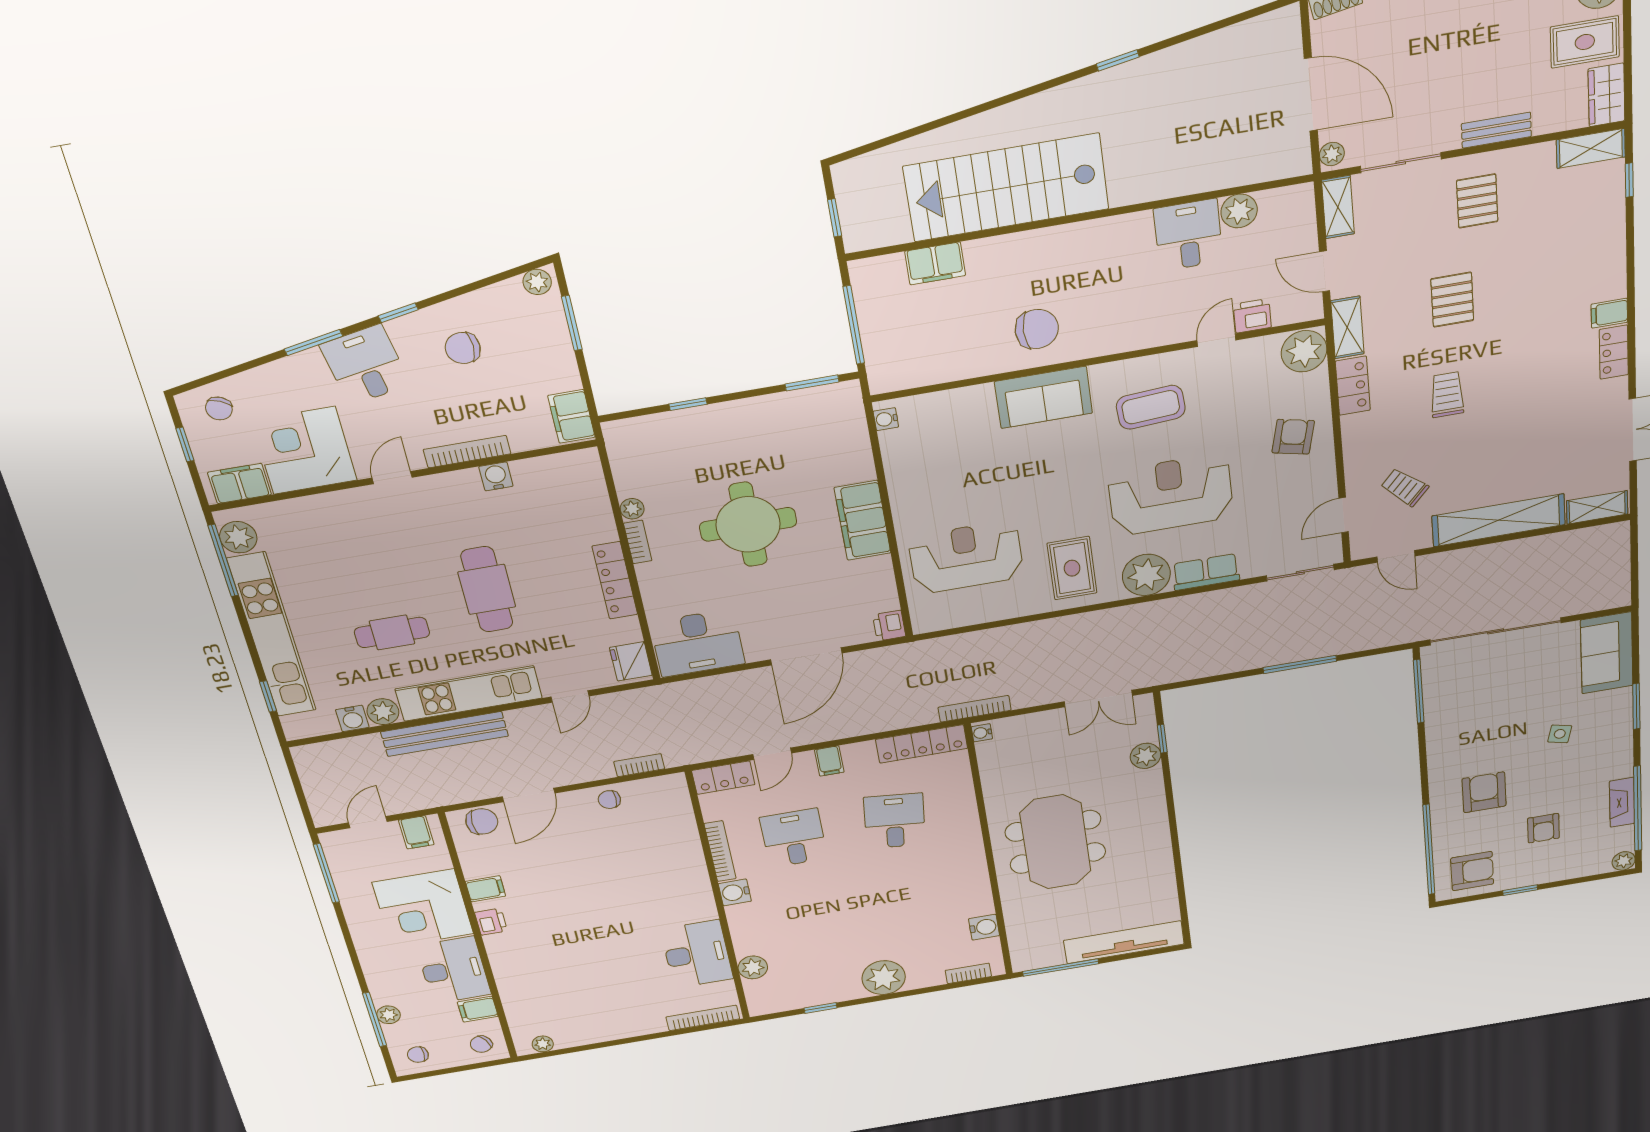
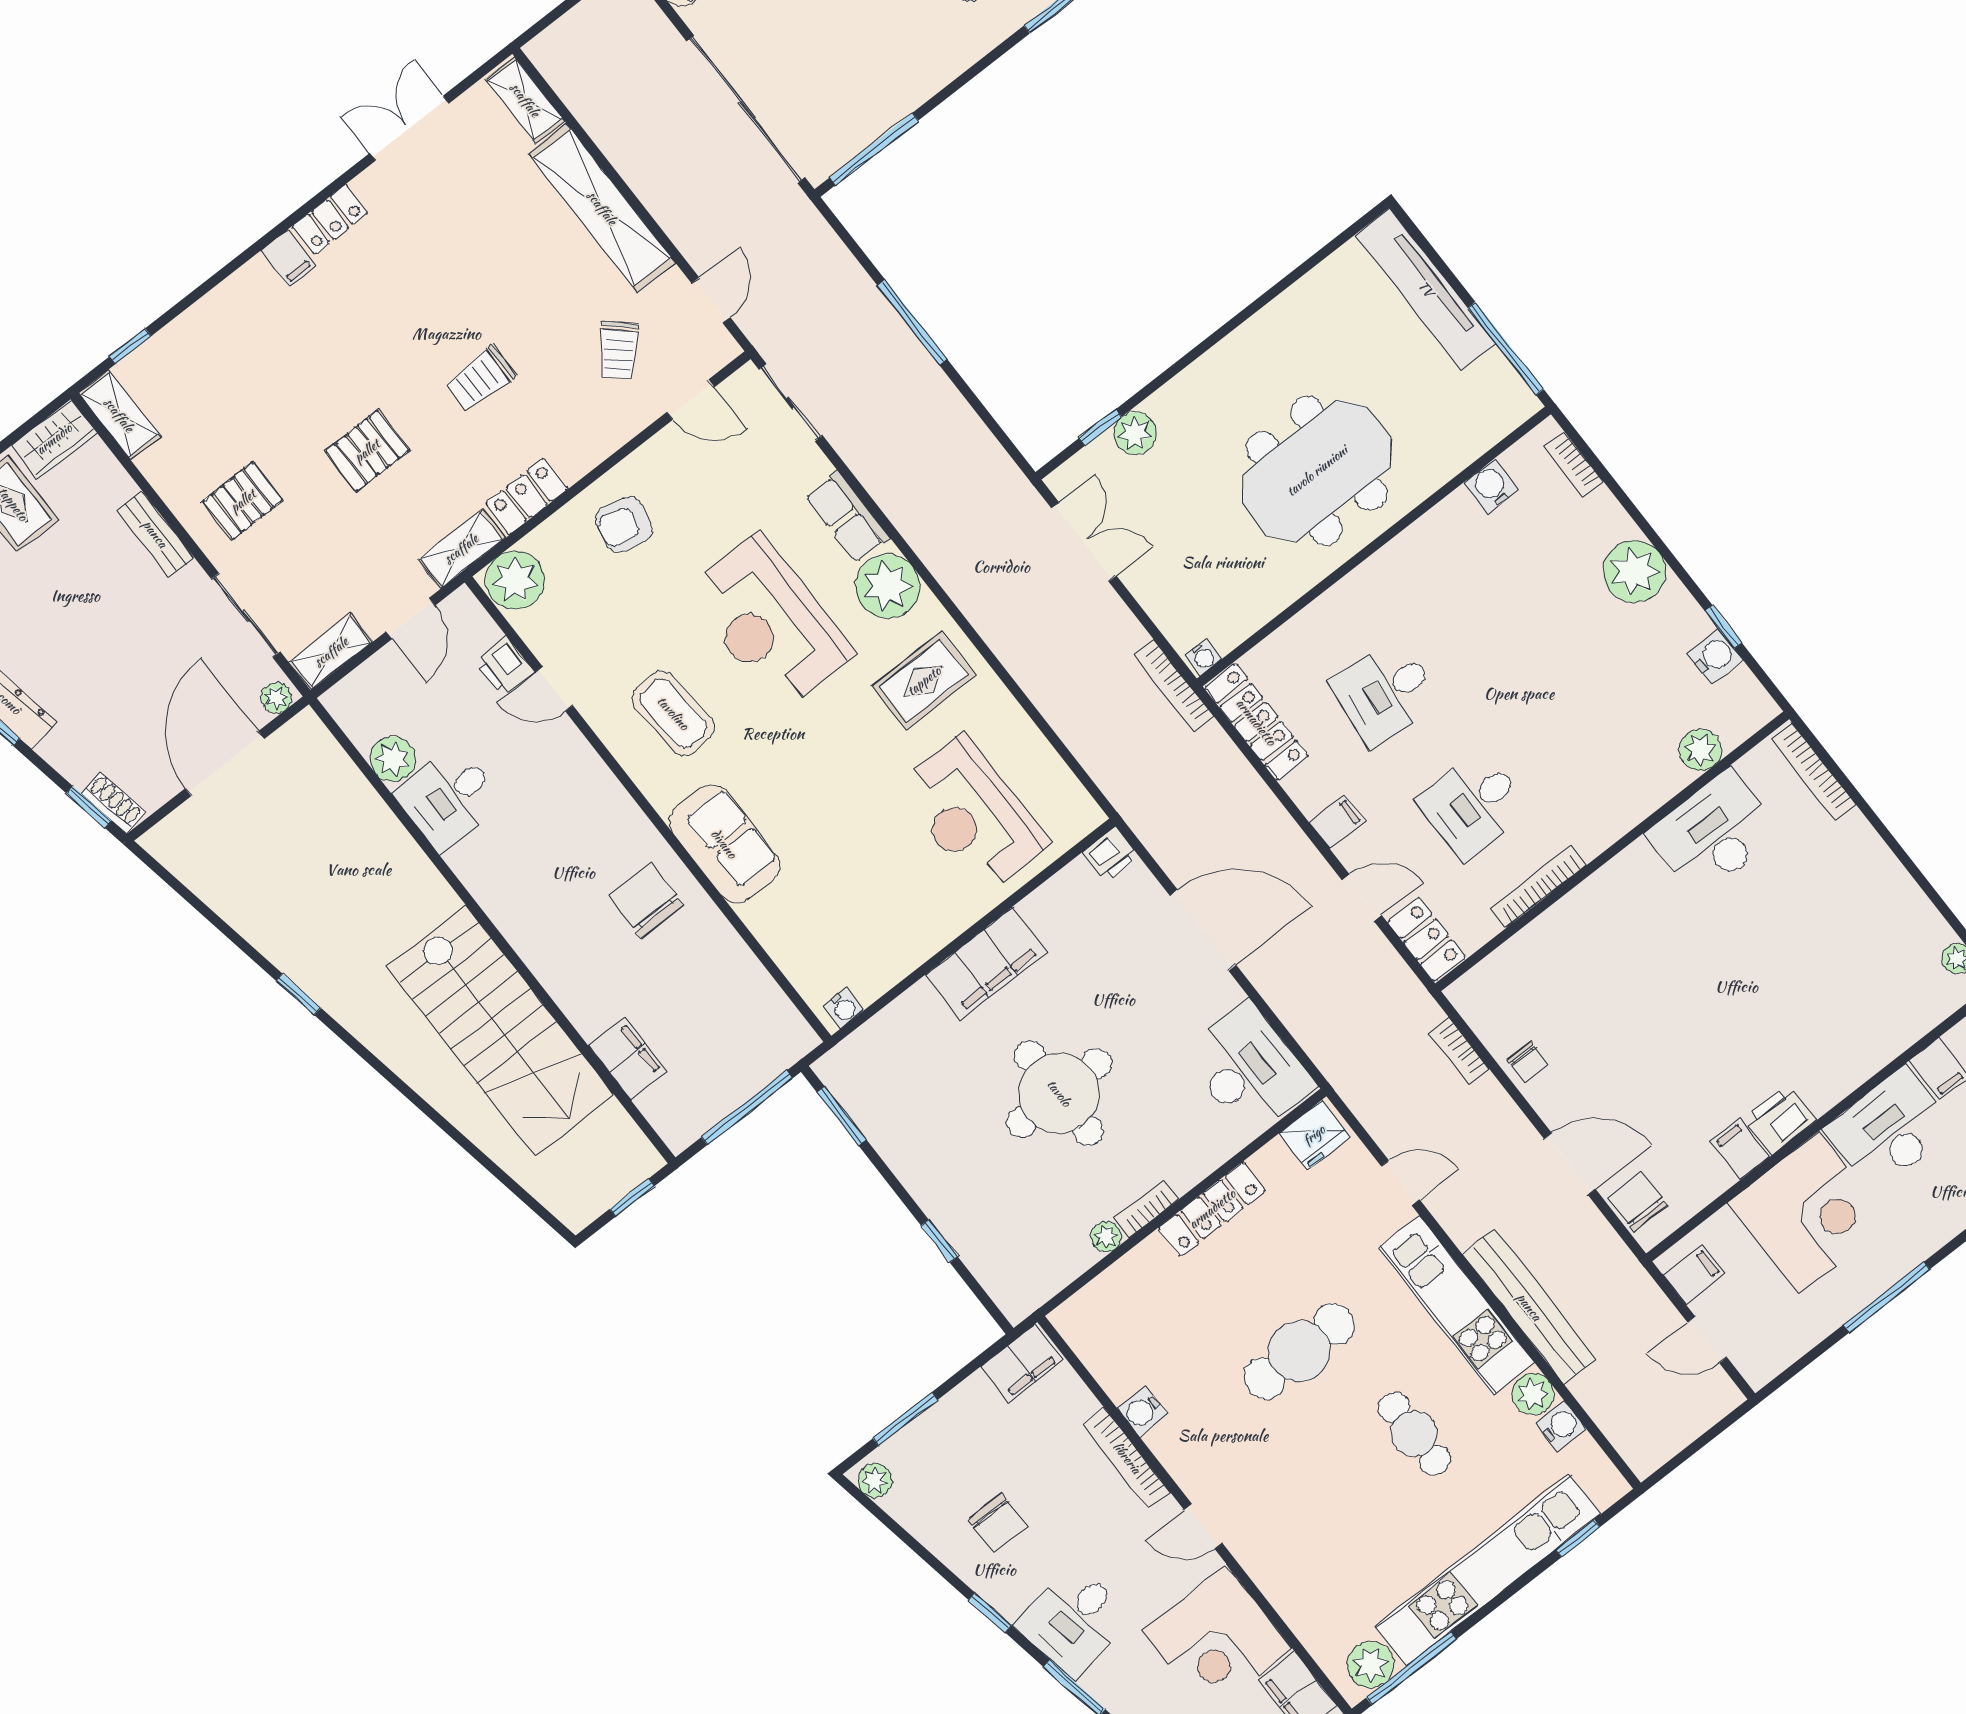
window: (326, 873) -> (1886, 1297), moved
water cooler: (735, 892) -> (1715, 657), moved, turned -90
printer: (491, 922) -> (1780, 1119), width x1.36, depth x1.24

